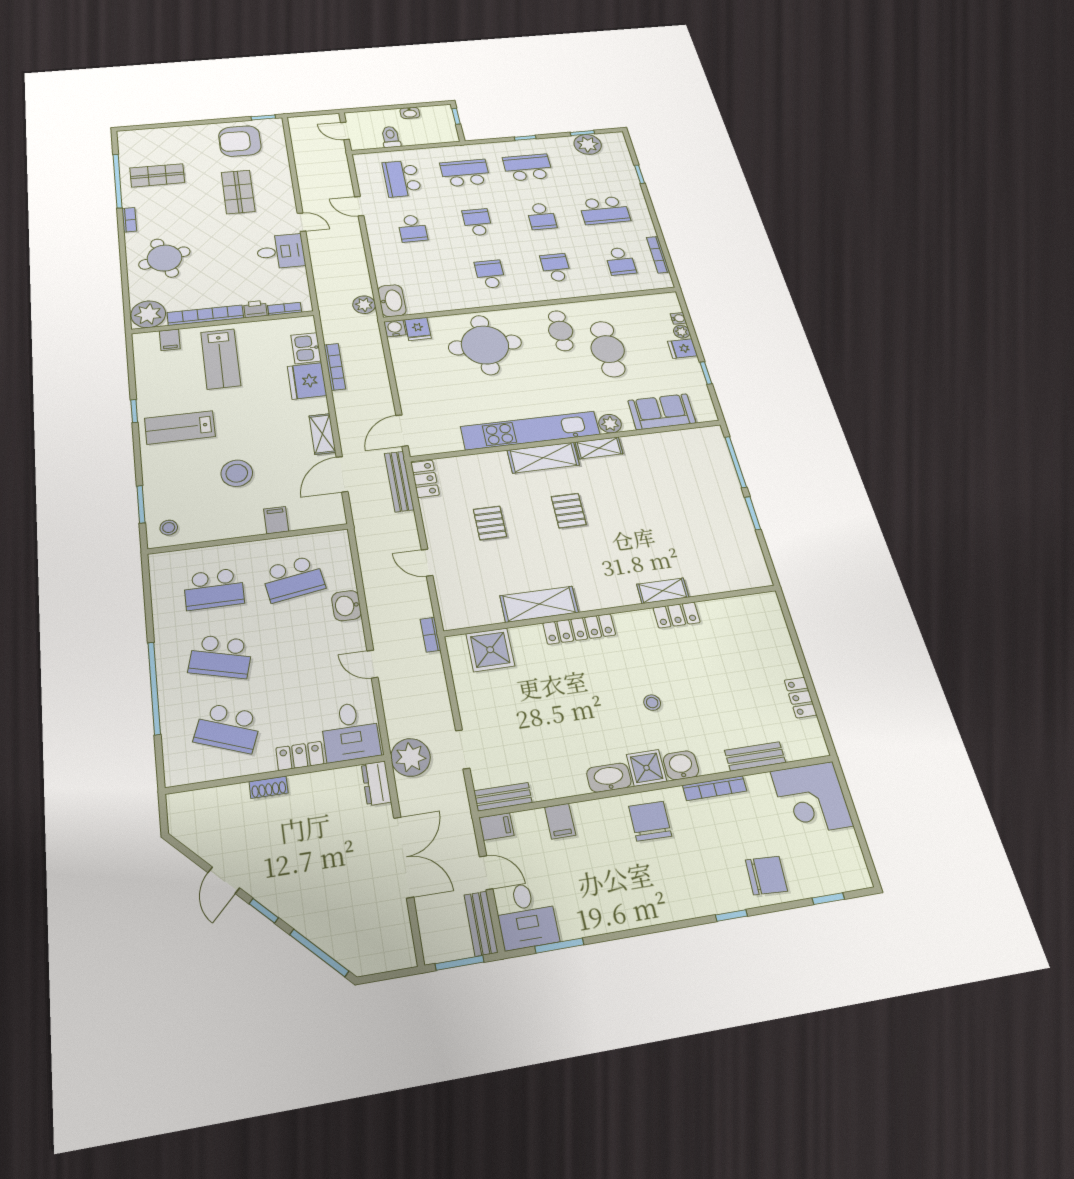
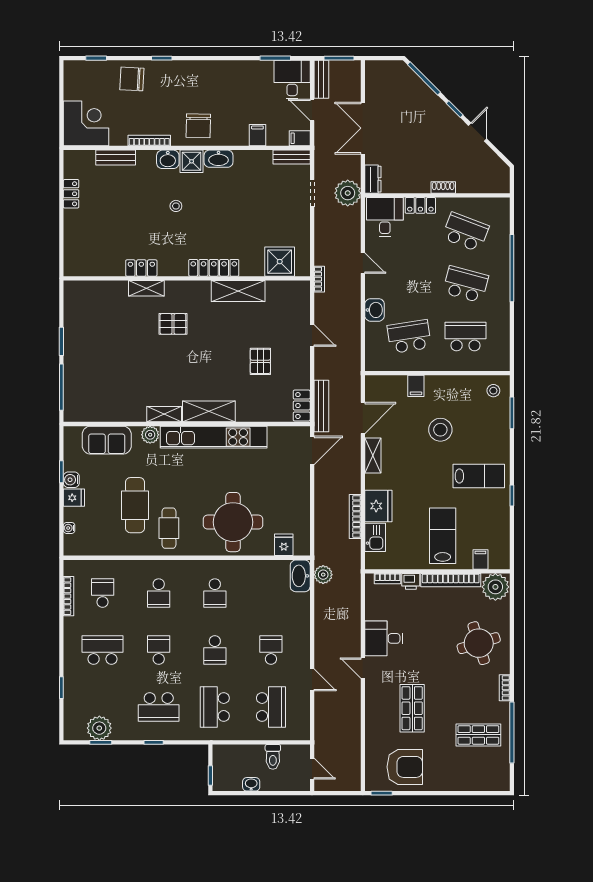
school desk: (465, 173) -> (215, 707), turned 90
water cooler: (395, 328) -> (71, 480), moved, turned 90
plant: (682, 332) -> (70, 514), removed
pallet: (569, 511) -> (173, 324), moved, turned 90

